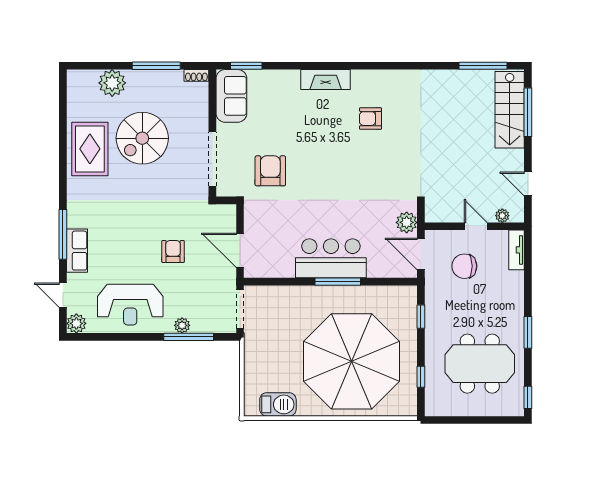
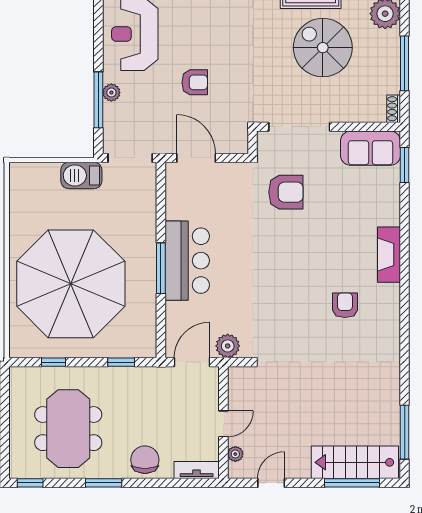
door: (240, 250) -> (196, 158), hinge flipped
chair: (464, 266) -> (145, 460), moved
barbecue: (278, 404) -> (81, 175), moved, turned 90

